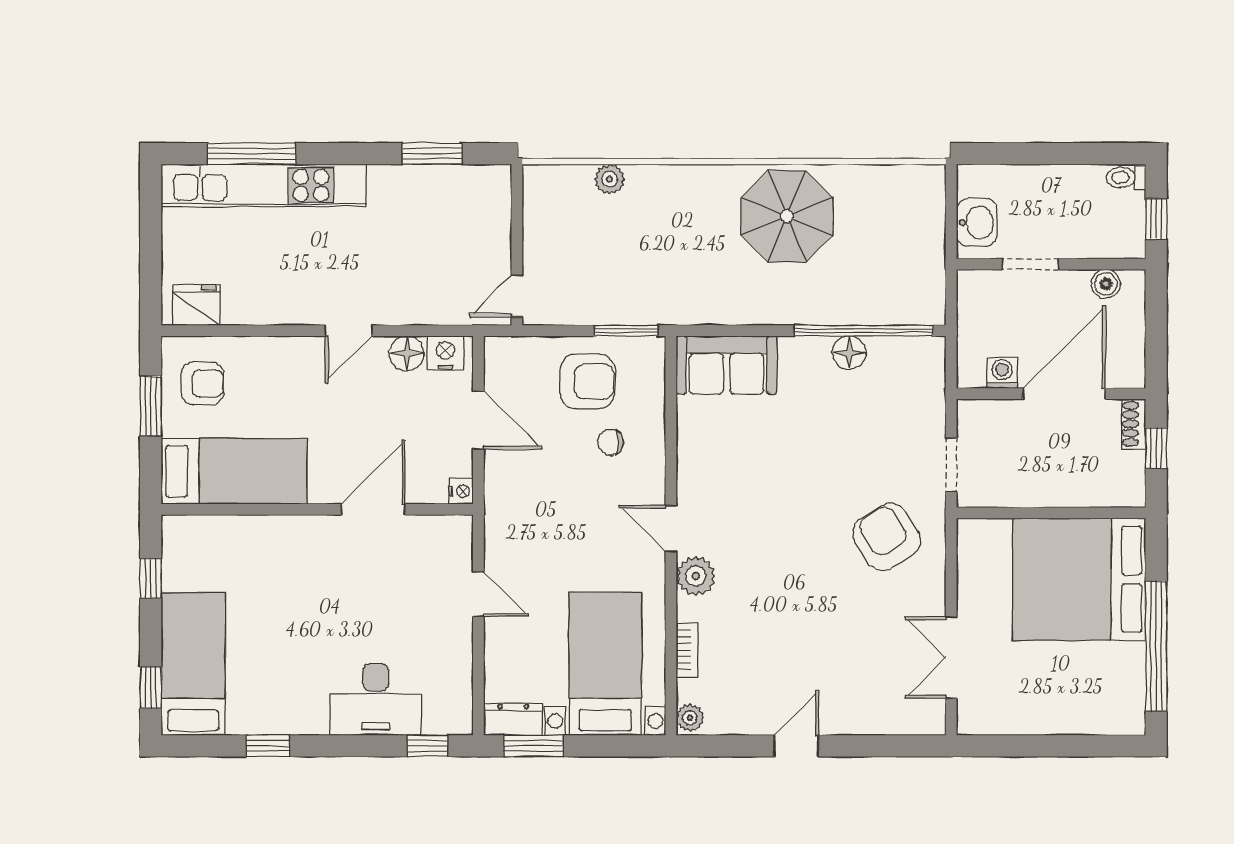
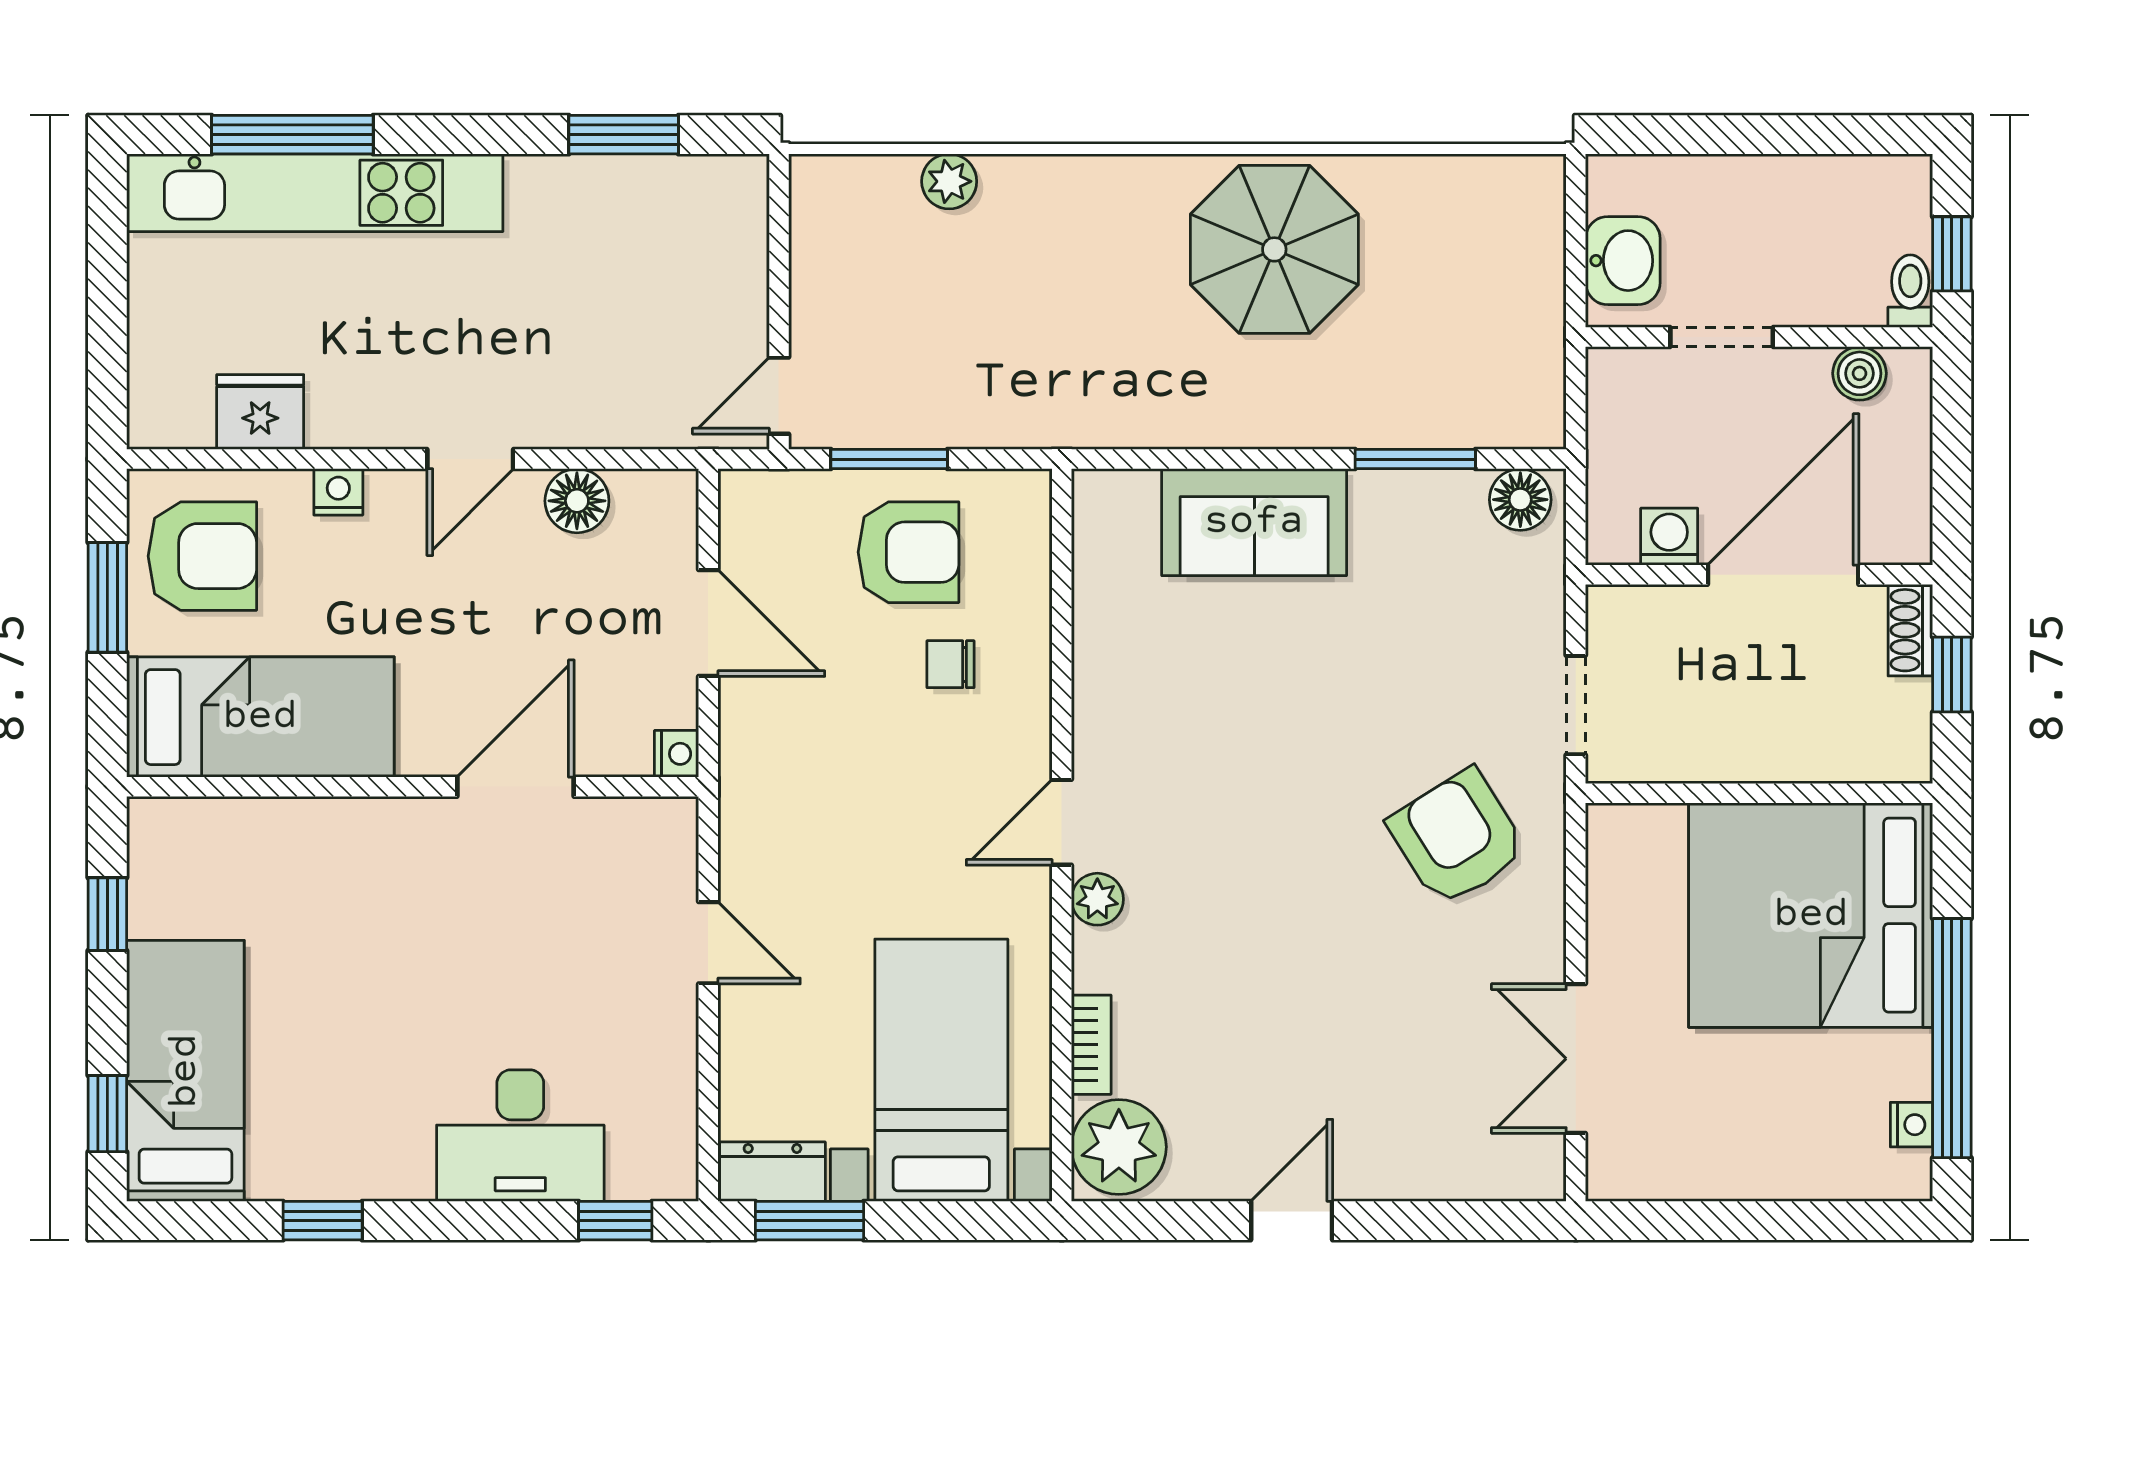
toilet: (1126, 177) -> (1910, 291), moved, turned 90
fridge: (197, 305) -> (260, 412), moved
window: (626, 331) -> (889, 459), moved
window: (864, 331) -> (1415, 459), width x0.47
nightstand: (446, 353) -> (338, 492), moved, width x0.72, depth x0.74
floor lamp: (849, 353) -> (1520, 500), moved
sofa: (727, 365) -> (1254, 522), moved
armchair: (202, 383) -> (202, 556), width x1.38, depth x1.38
door: (671, 529) -> (1062, 822), hinge flipped
plant: (696, 576) -> (1097, 899), width x0.73, depth x0.73
nightstand: (1134, 693) -> (1911, 1125), added
plant: (690, 718) -> (1119, 1147), width x1.87, depth x1.87

